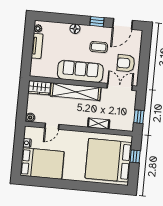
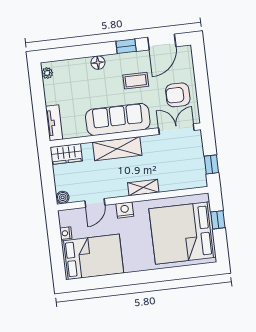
tv unit: (37, 46) -> (54, 123), moved
shelving: (76, 92) -> (117, 149), width x0.68
shelving: (99, 124) -> (143, 187), moved
nightstand: (72, 136) -> (125, 210), added

